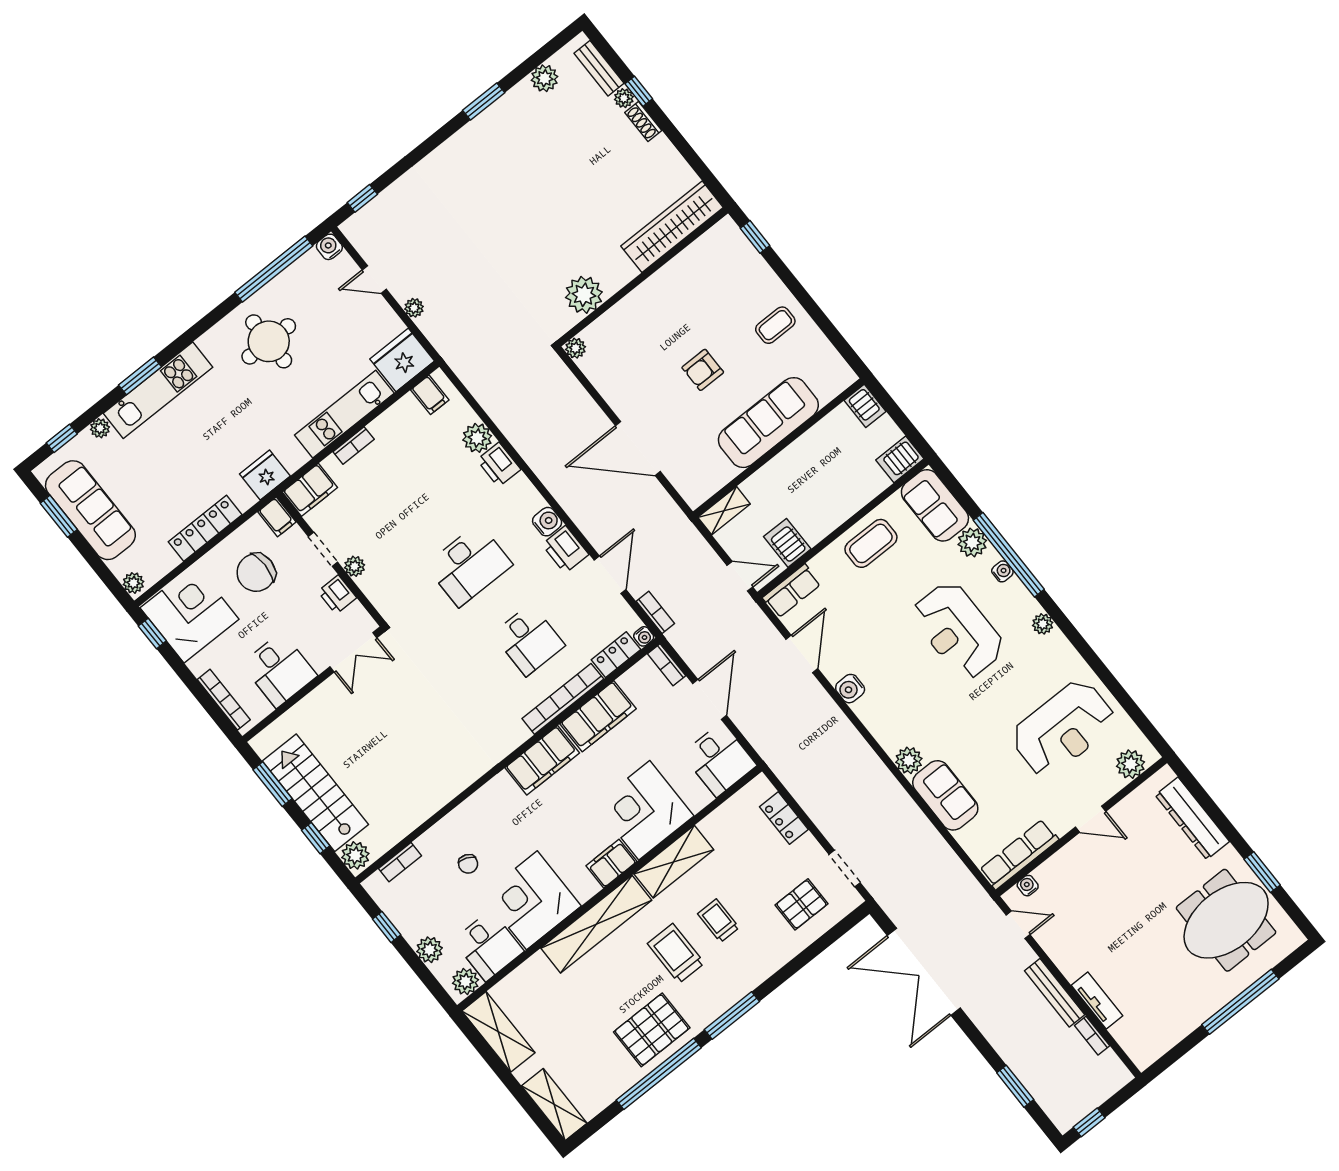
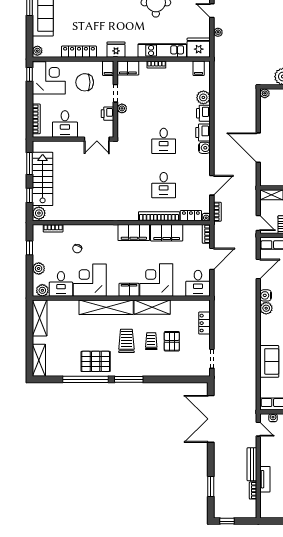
printer: (565, 549) -> (203, 133), moved
desk: (469, 565) -> (164, 141), width x0.73
plant: (909, 760) -> (266, 308), moved
pallet: (801, 904) -> (172, 341), moved, turned 90

